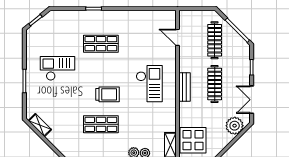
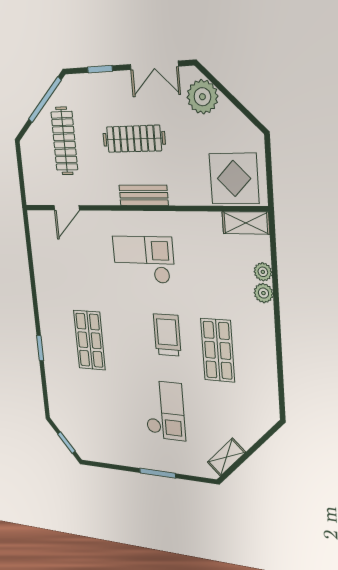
clothes rail: (215, 40) -> (64, 141), turned 90
checkout: (58, 68) -> (165, 410), moved, turned 180

